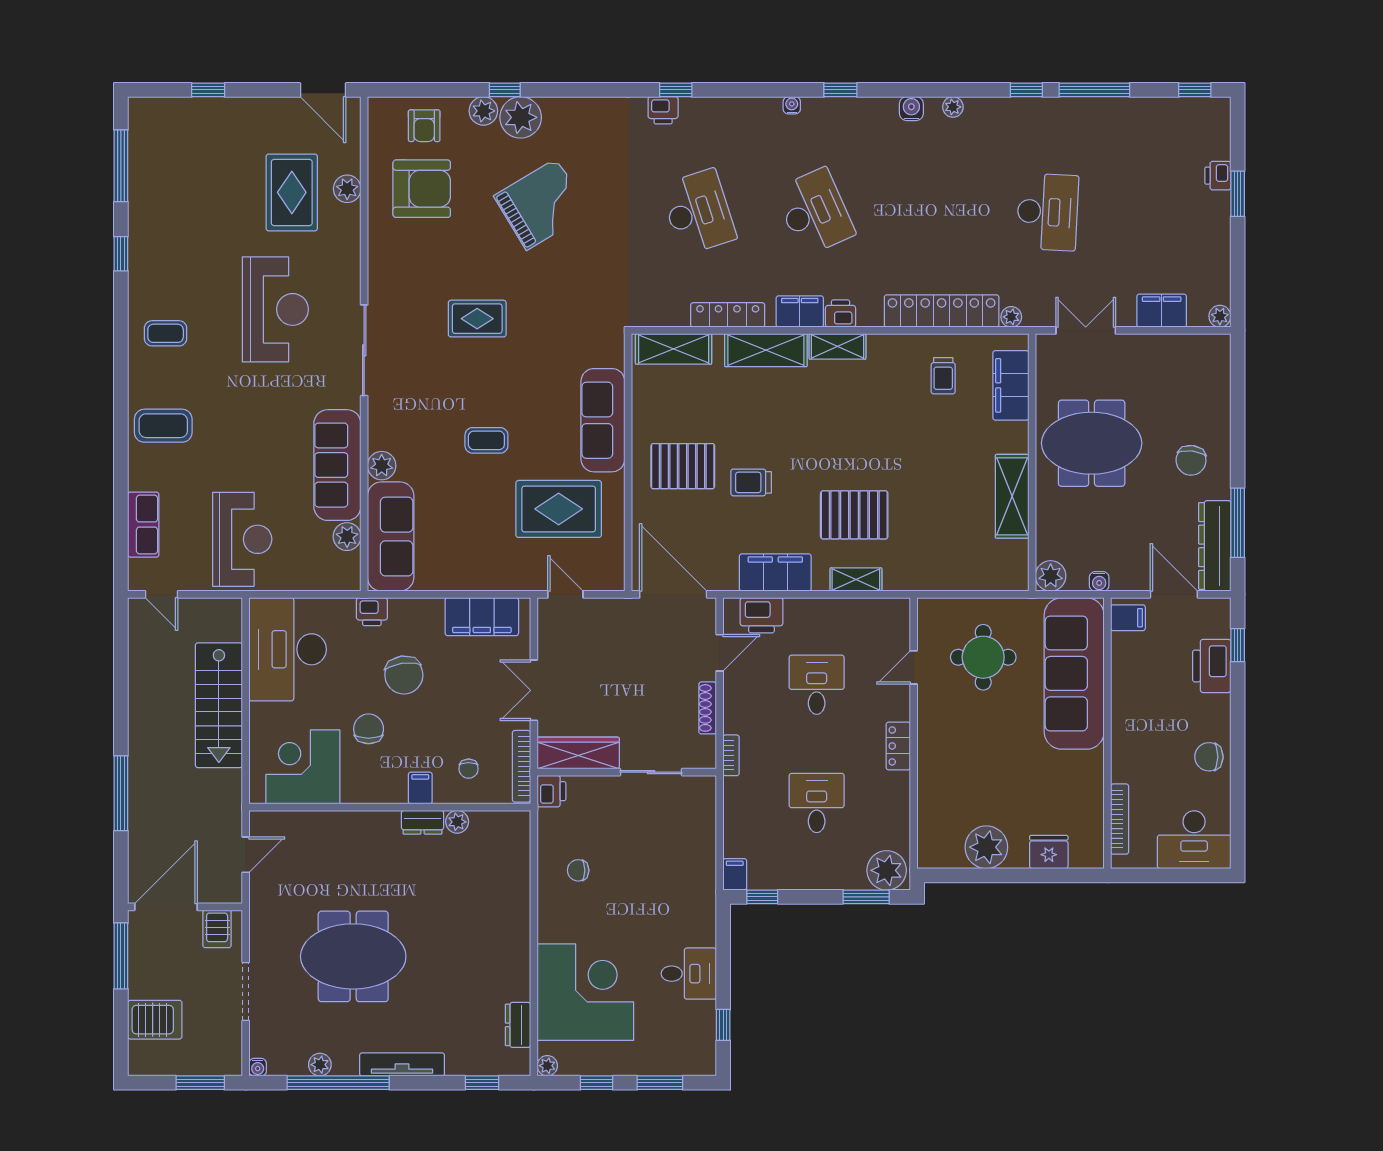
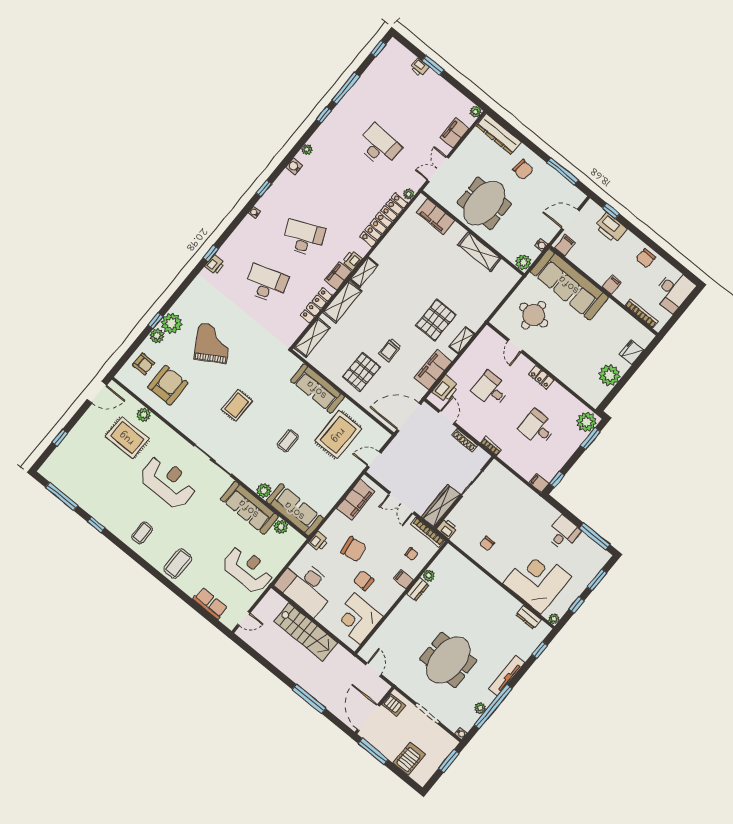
trolley: (943, 376) -> (410, 240), removed
dresser: (1215, 546) -> (499, 134), moved
filing cabinet: (1126, 738) -> (612, 285), added
window: (723, 1025) -> (595, 536), width x2.17

